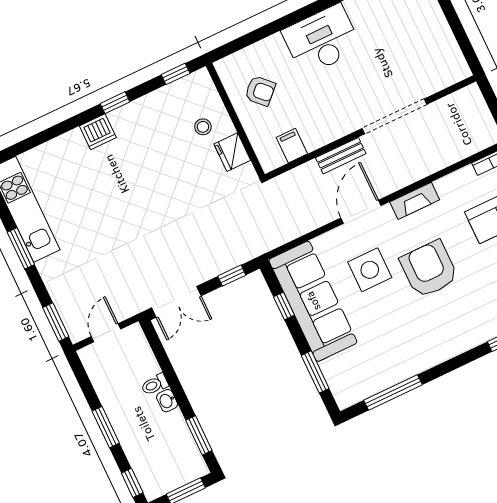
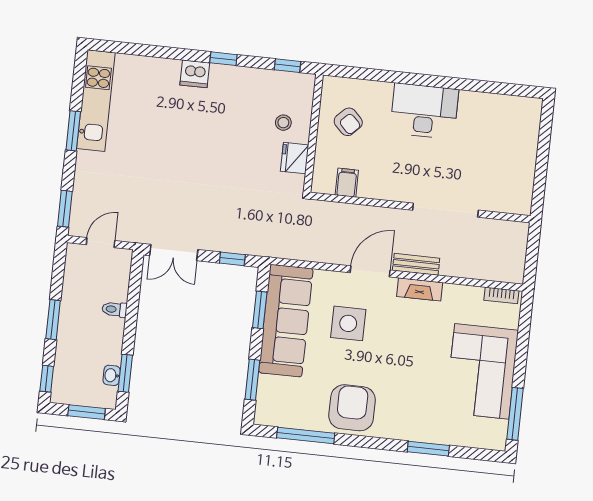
bench: (341, 156) -> (416, 264), moved
armchair: (429, 269) -> (352, 408), moved
window: (284, 306) -> (260, 310), width x1.50
washbasin: (167, 401) -> (112, 375), moved

